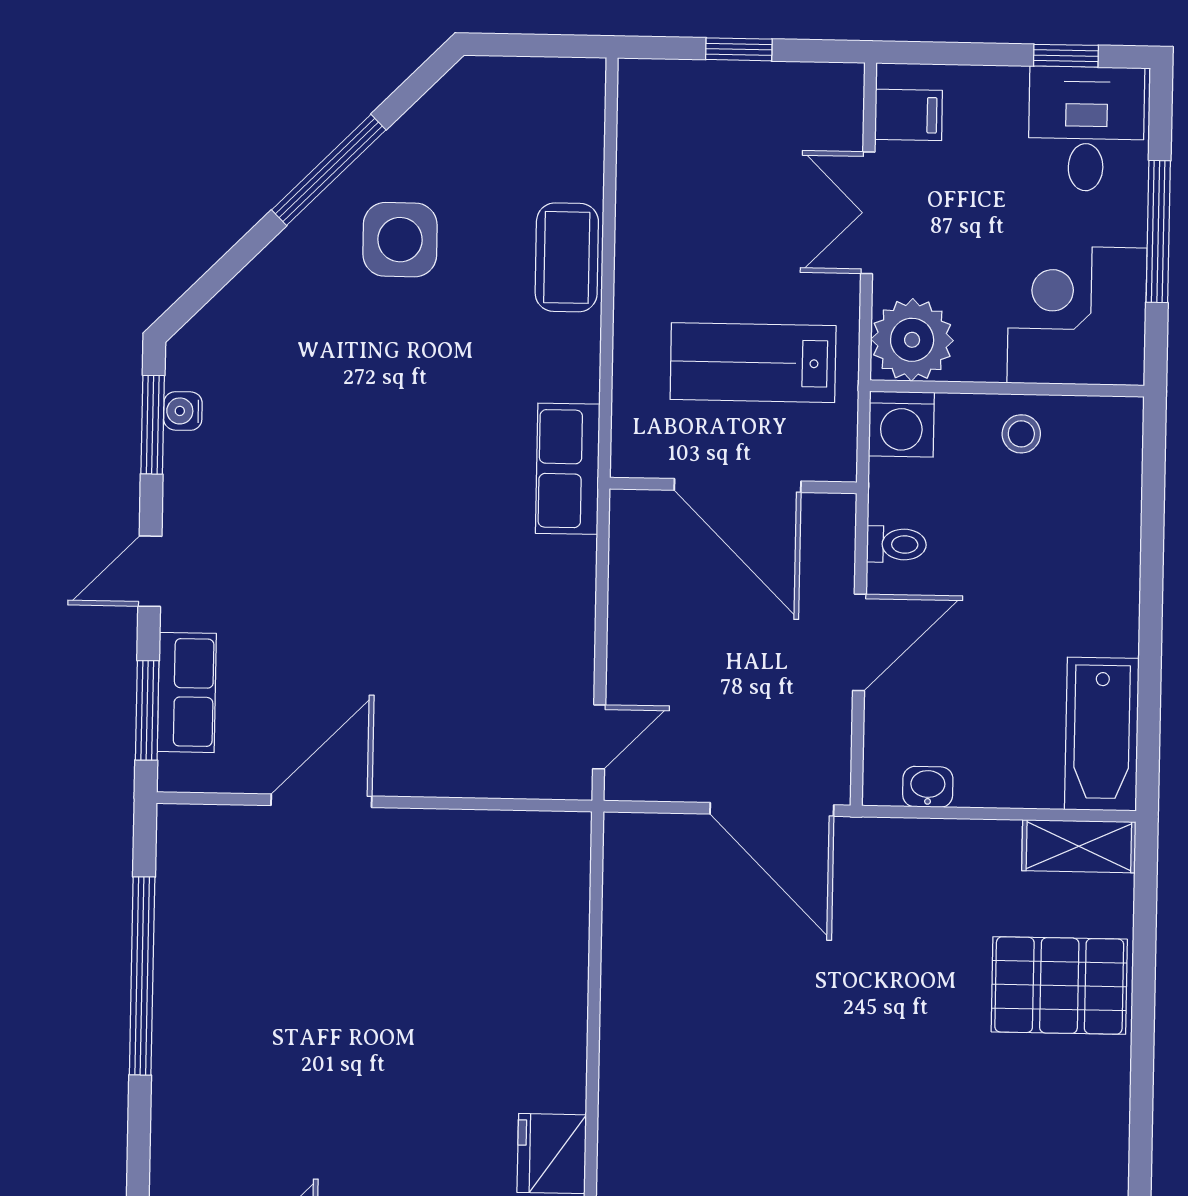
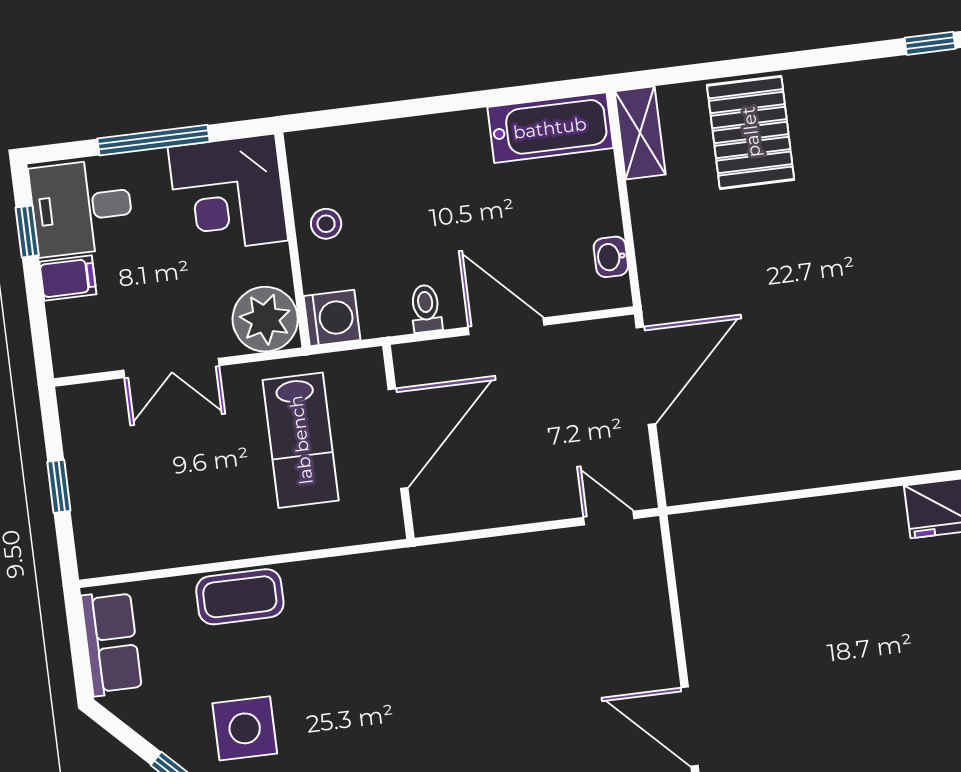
filing cabinet: (908, 115) -> (68, 278), moved, turned 90
row of seats: (568, 469) -> (112, 643), moved, turned -90

